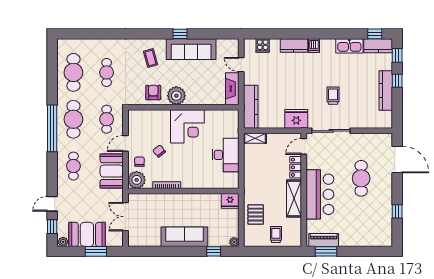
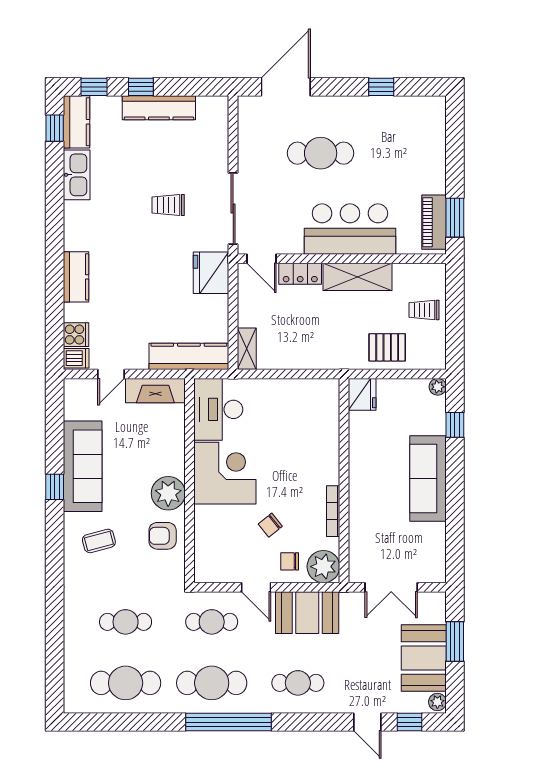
dishwasher: (314, 46) -> (76, 358), moved
desk: (226, 155) -> (218, 409), moved, turned -90

